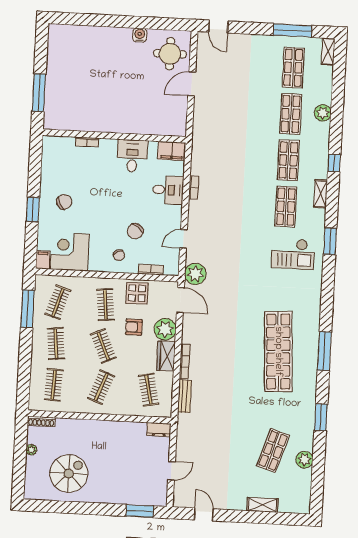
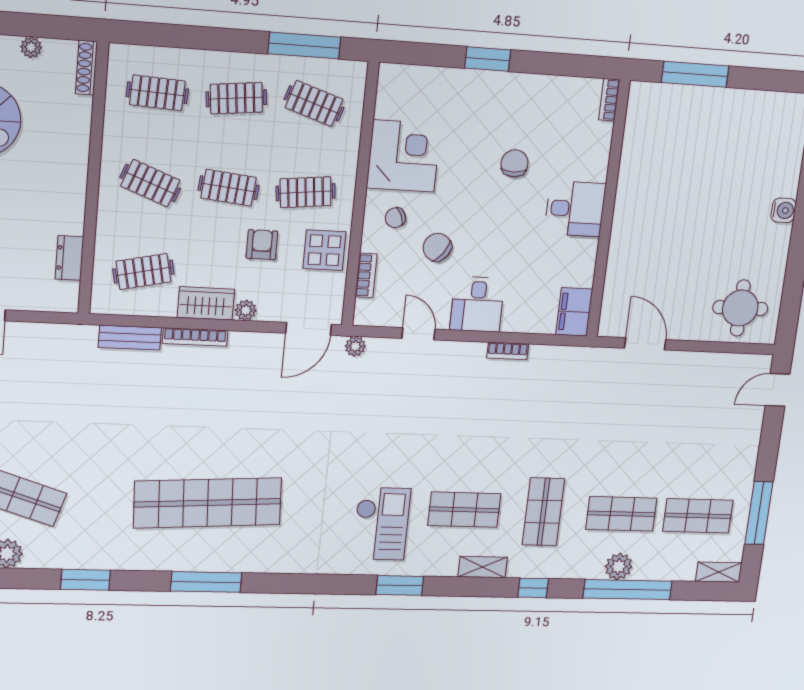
water cooler: (140, 35) -> (783, 210), moved
door: (192, 84) -> (645, 344), moved
window: (337, 106) -> (628, 590), added
bookcase: (87, 142) -> (609, 100), moved
desk: (132, 156) -> (575, 209), moved
shop shelf: (288, 160) -> (543, 512), turned 90
desk: (168, 190) -> (477, 304), moved
chair: (64, 202) -> (514, 163), moved, turned -153
corner desk: (70, 252) -> (404, 156), moved
checkout: (293, 254) -> (381, 524), turned 180
filing cabinet: (43, 260) -> (395, 76), removed
plant: (195, 274) -> (355, 346), width x0.53, depth x0.53
plant: (165, 329) -> (246, 310), width x0.53, depth x0.53
clothes rail: (103, 346) -> (229, 188), turned 30
dresser: (159, 430) -> (69, 258), moved

